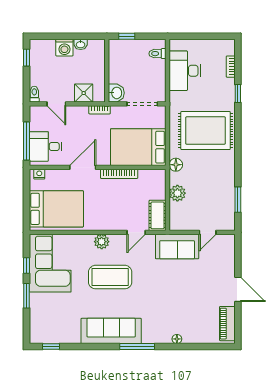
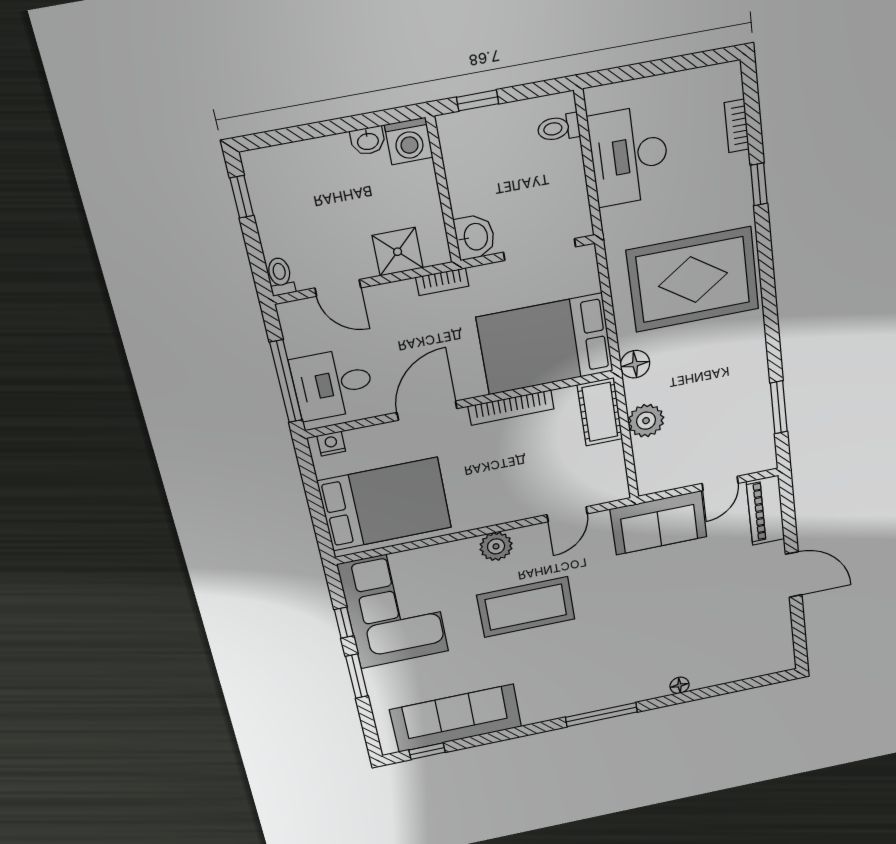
washing machine: (64, 48) -> (409, 141), moved
cot: (158, 215) -> (600, 412), moved
piano: (227, 324) -> (766, 510), moved
sofa: (111, 331) -> (456, 718), moved

